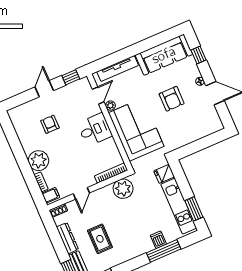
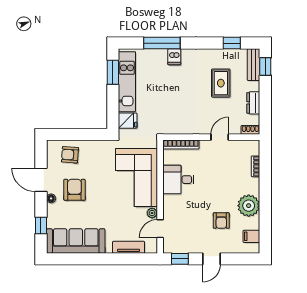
tv unit: (118, 68) -> (129, 247), width x0.71
armchair: (172, 99) -> (74, 190), moved
armchair: (200, 125) -> (70, 155), added
desk: (95, 130) -> (178, 180), moved
plant: (39, 161) -> (249, 206), moved
plant: (123, 189) -> (176, 124), removed
filing cabinet: (51, 195) -> (251, 236), moved
dresser: (67, 238) -> (253, 103), width x0.70
dishwasher: (158, 240) -> (174, 57), moved

